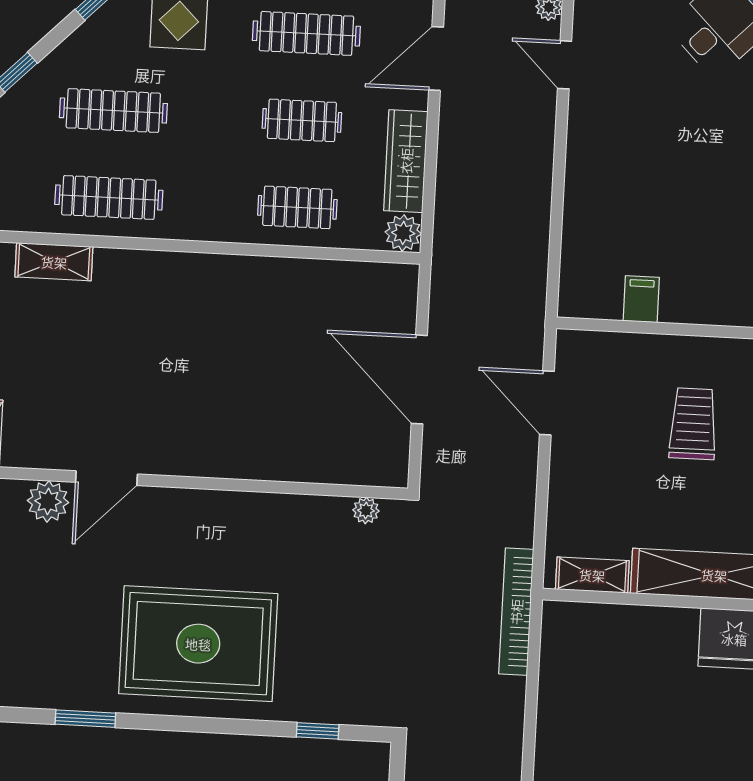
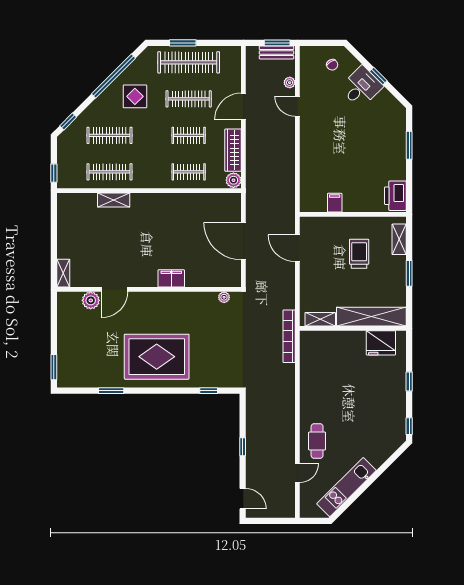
shelving: (54, 262) -> (114, 200), moved
filing cabinet: (242, 459) -> (171, 278), added

